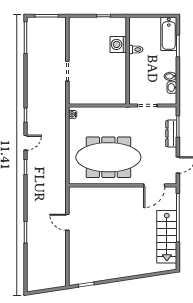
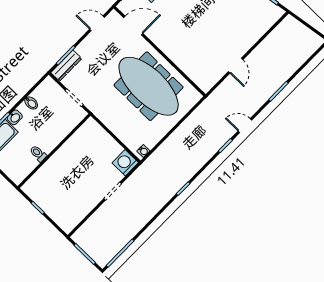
washing machine: (118, 44) -> (125, 163), moved, turned 180
washbasin: (172, 88) -> (15, 117), moved
dresser: (171, 134) -> (66, 66), moved
door: (26, 143) -> (245, 126), moved

